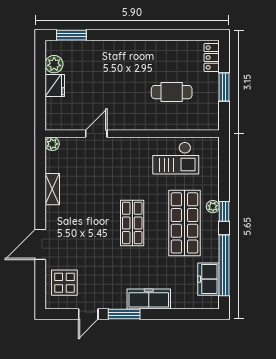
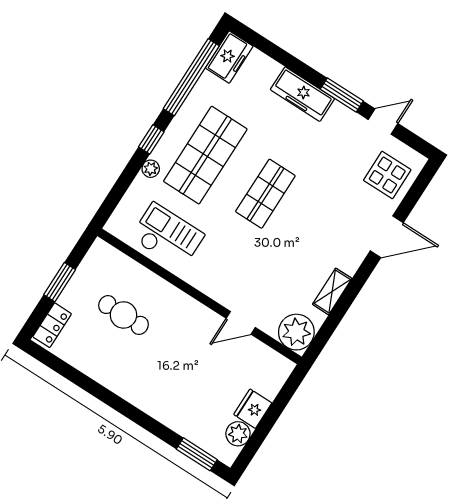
plant: (52, 144) -> (296, 332), width x1.87, depth x1.87
plant: (213, 207) -> (151, 169), moved
freezer: (209, 279) -> (229, 57), moved

